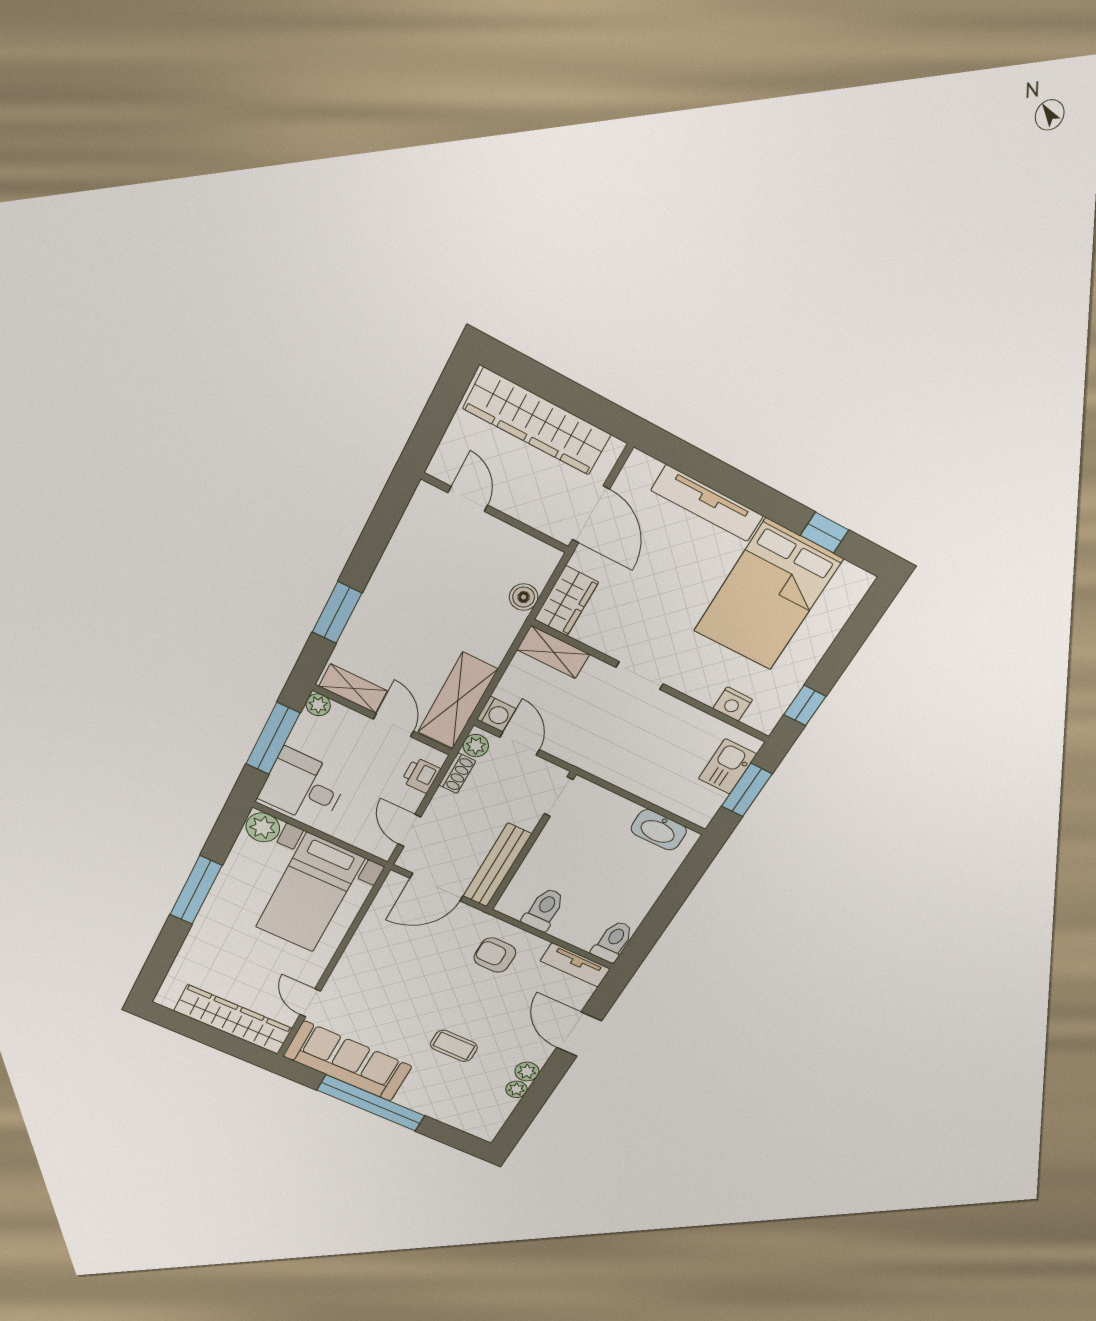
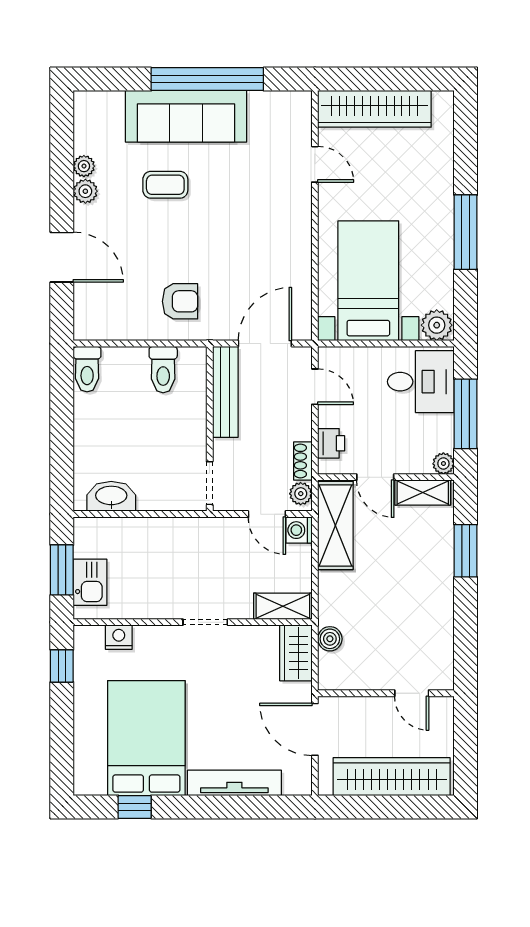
tv unit: (575, 965) -> (106, 328), removed
sofa: (348, 1061) -> (186, 116), moved

